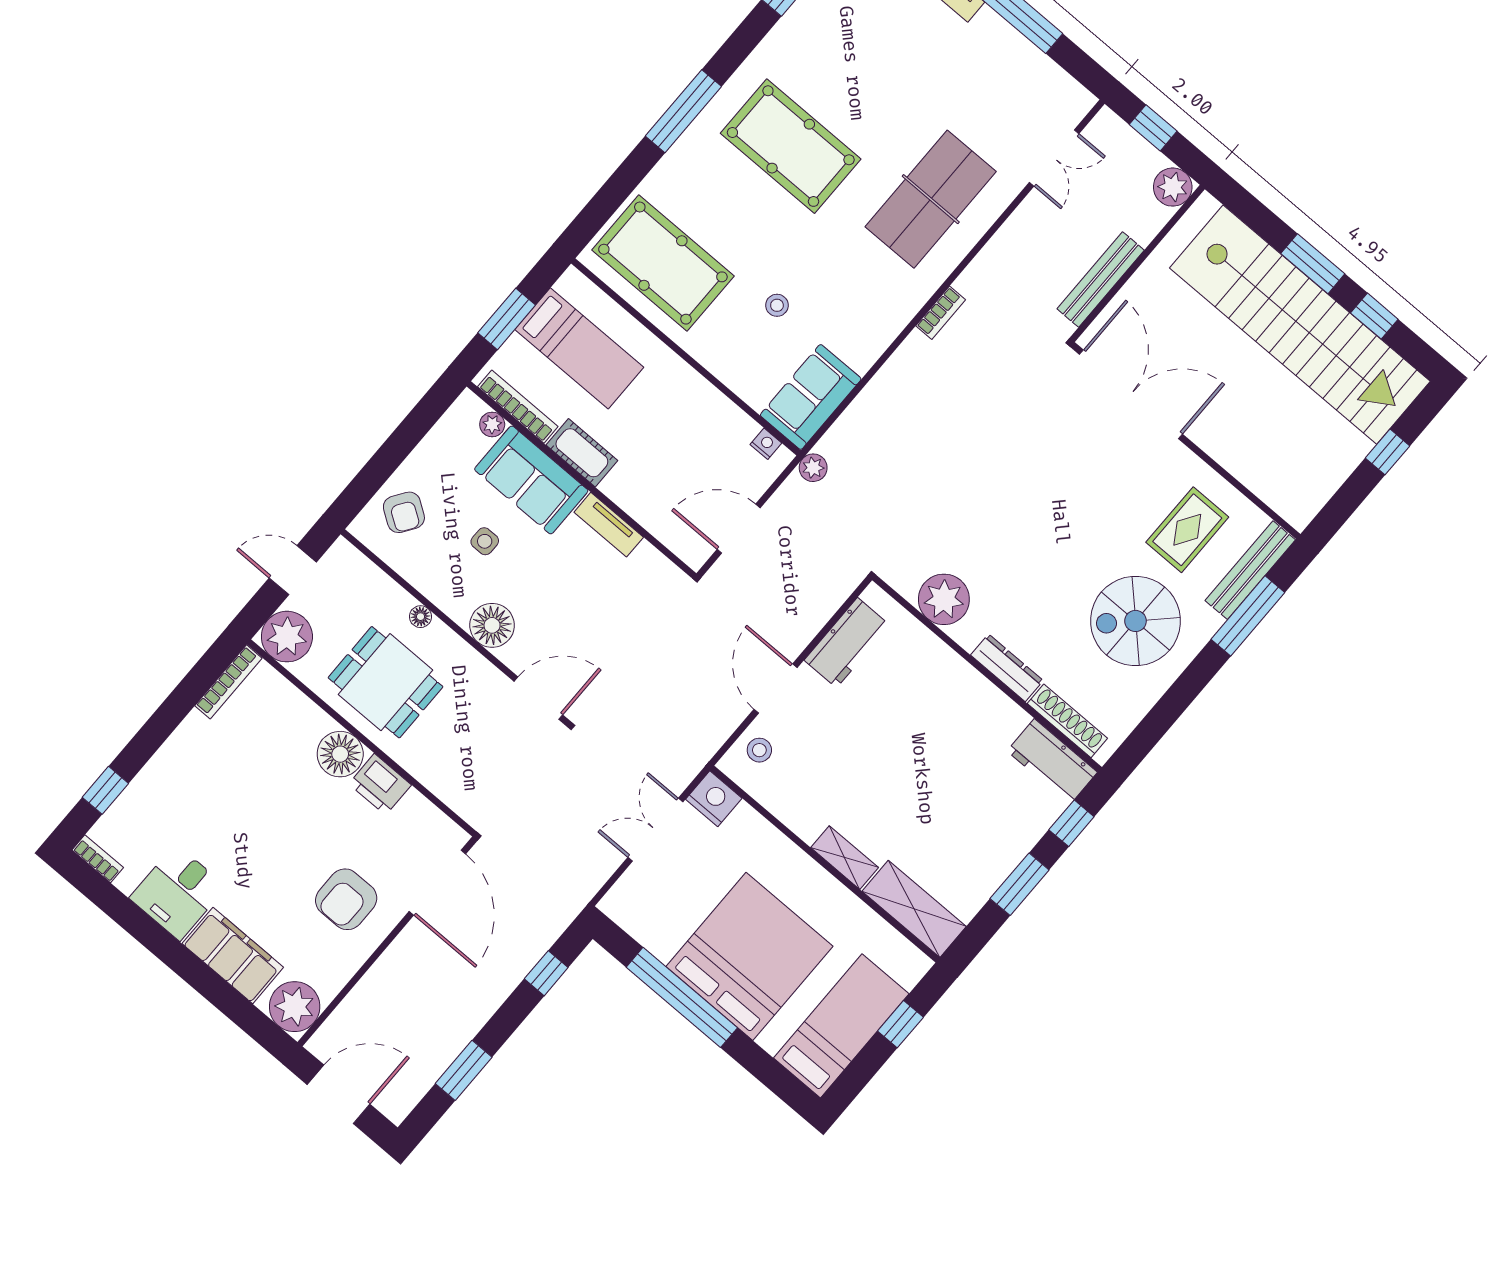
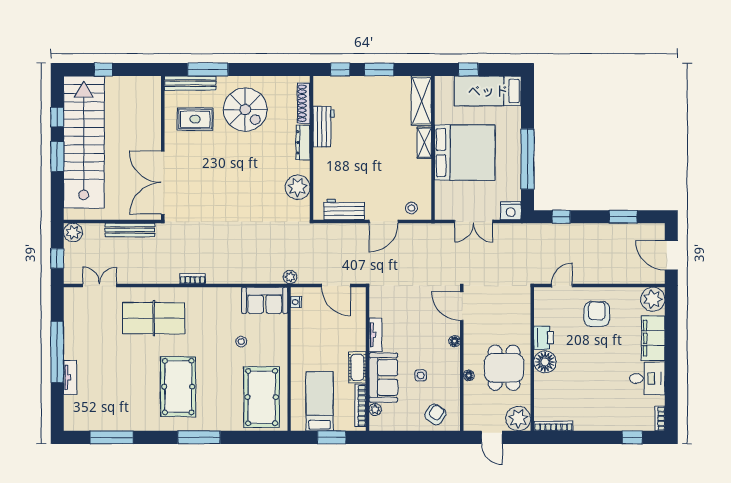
floor lamp: (492, 625) -> (455, 341), width x0.53, depth x0.53
workbench: (1052, 762) -> (324, 127), moved
nightstand: (714, 799) -> (511, 211), moved, turned -90
door: (437, 883) -> (562, 285), width x0.53
armchair: (346, 899) -> (597, 314), turned -90
bed: (749, 956) -> (465, 152), moved, turned 180

